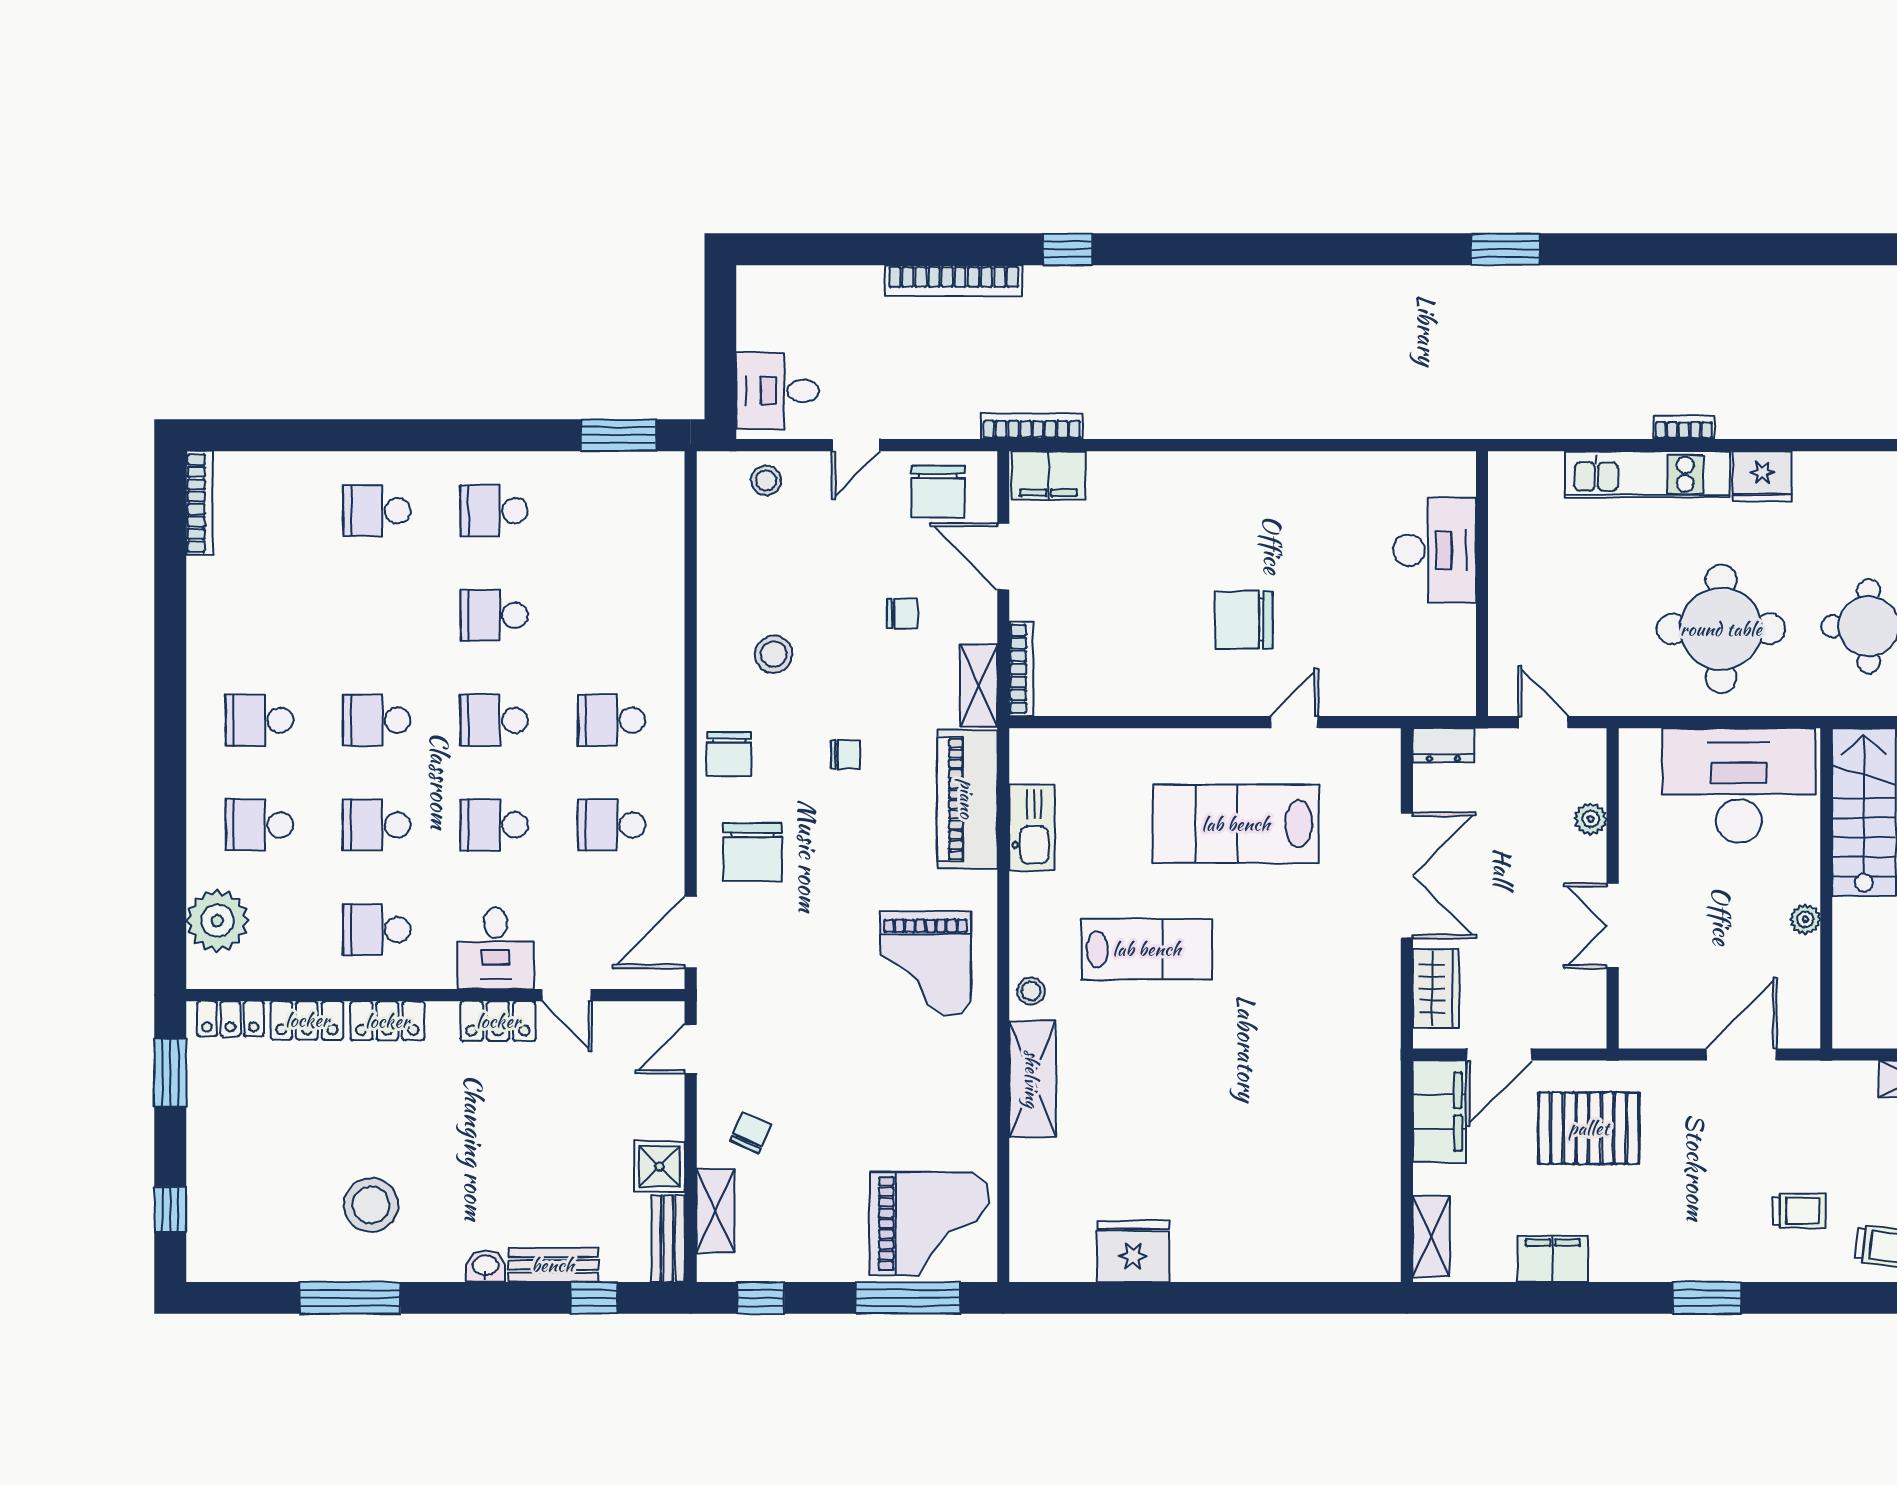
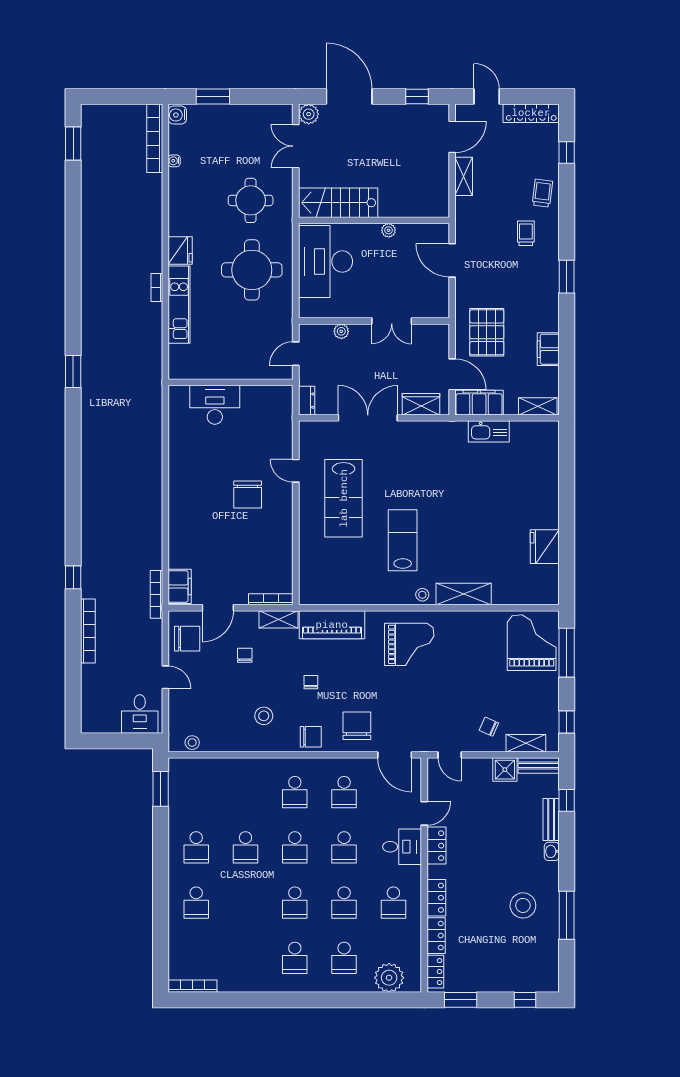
stool: (766, 480) -> (192, 743), moved
kitchen sink: (1032, 828) -> (489, 431), moved, turned 180
chair: (753, 852) -> (357, 726), turned -90

